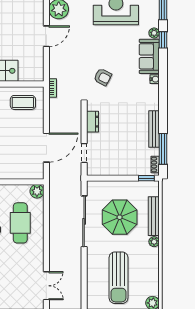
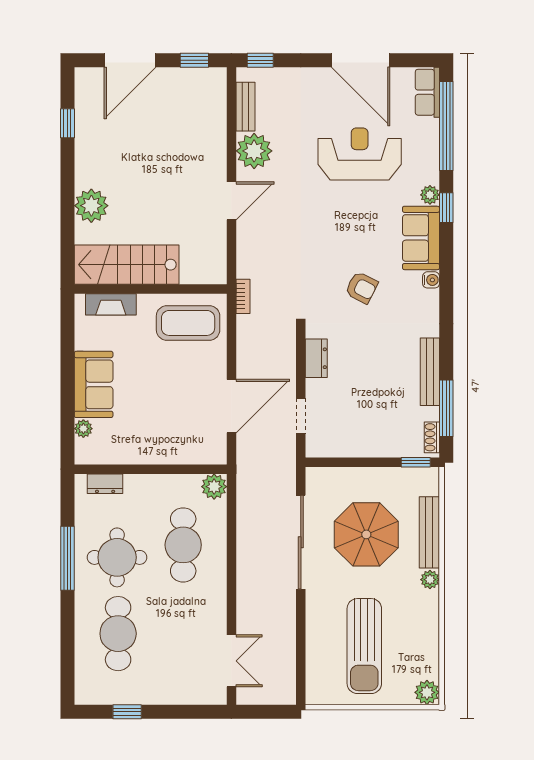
armchair: (103, 77) -> (362, 288), moved
coffee table: (23, 102) -> (188, 323), width x1.36, depth x1.32

